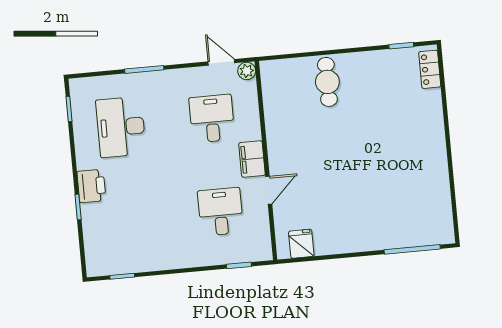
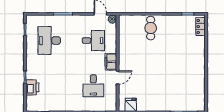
desk: (212, 119) -> (93, 41), turned 90
printer: (91, 186) -> (32, 87), moved
desk: (220, 212) -> (93, 86), turned 180

